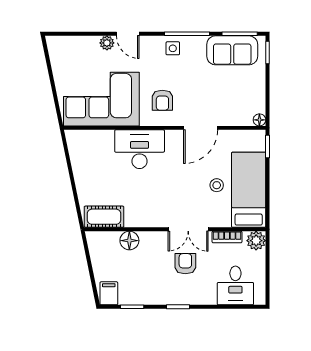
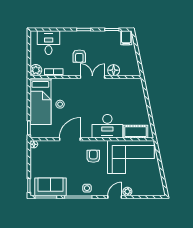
door: (128, 34) -> (115, 197), hinge flipped
cot: (104, 217) -> (136, 132), moved
double door: (188, 229) -> (92, 77), moved

